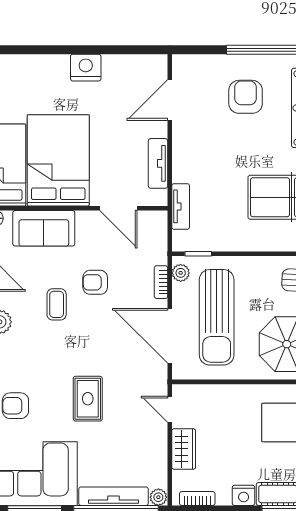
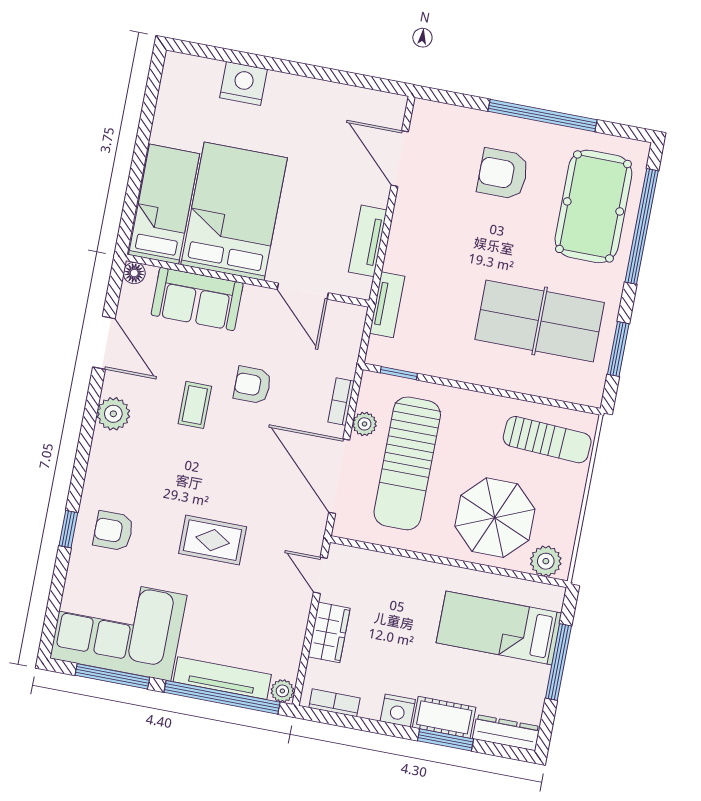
nightstand: (86, 68) -> (244, 83), moved
armchair: (246, 97) -> (503, 174), turned -90
door: (170, 100) -> (400, 159), hinge flipped
plant: (181, 273) -> (364, 424), moved
rug: (88, 399) -> (213, 540), turned 90

